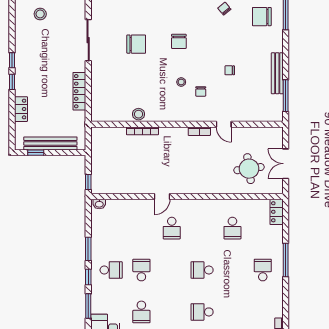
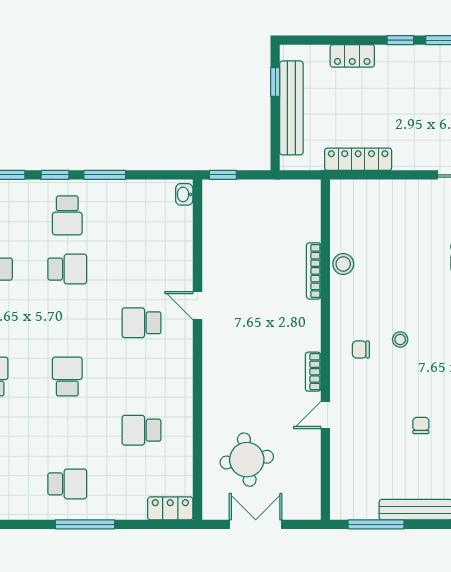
locker: (79, 91) -> (358, 159), moved
chair: (201, 91) -> (361, 350), moved

